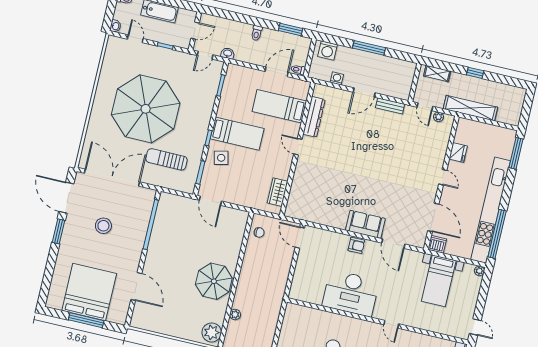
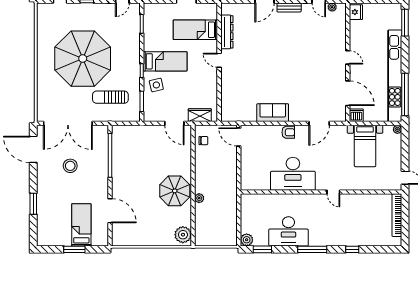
fridge: (458, 152) -> (356, 12), moved
double door: (112, 178) -> (68, 123), swing flipped
wardrobe: (278, 192) -> (200, 115), moved, turned 90
door: (210, 201) -> (174, 123), moved
sofa: (365, 224) -> (273, 113), moved
window: (58, 231) -> (33, 204), moved
door: (393, 244) -> (319, 123), hinge flipped
bed: (89, 292) -> (81, 225), width x0.49
plant: (235, 314) -> (199, 198), moved
window: (86, 320) -> (74, 249), width x0.69

